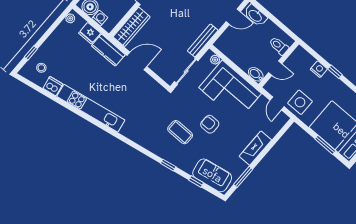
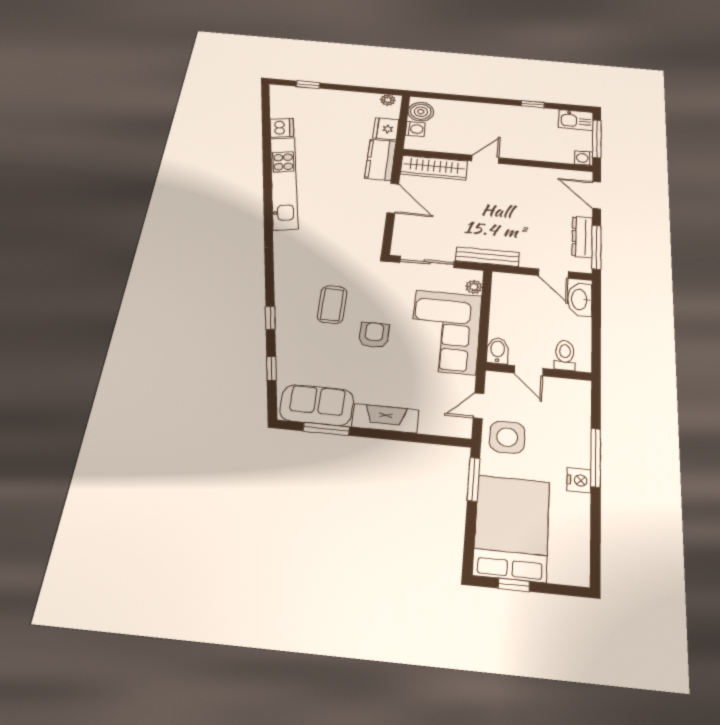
stool: (41, 68) -> (297, 104), removed
nightstand: (319, 69) -> (579, 480), moved
window: (335, 72) -> (596, 457), width x2.17
window: (325, 145) -> (474, 479), moved
sofa: (212, 175) -> (317, 405), moved, turned -80

